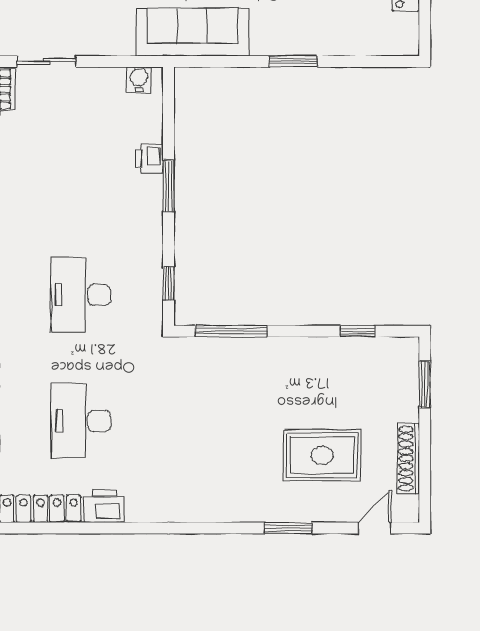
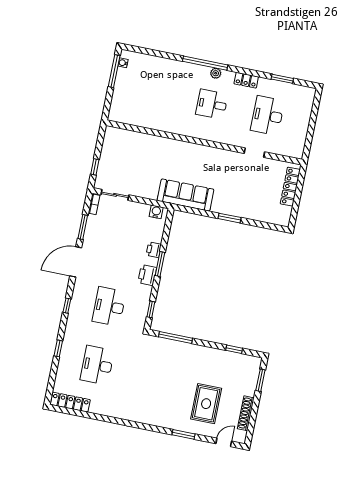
rug: (322, 455) -> (206, 404), turned 90
printer: (104, 506) -> (147, 275), moved, turned -90

